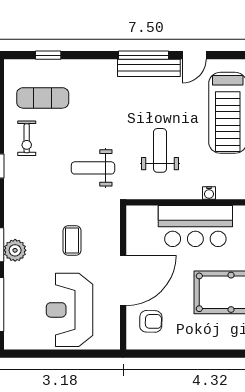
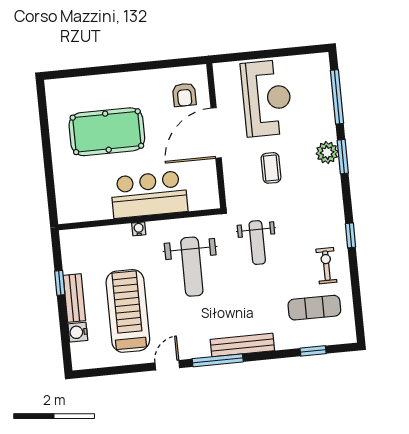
bench: (149, 68) -> (242, 345), moved
weight bench: (160, 150) -> (192, 267), width x1.36, depth x1.33
weight bench: (93, 168) -> (257, 243), turned 90
armchair: (151, 321) -> (184, 95), turned -91

